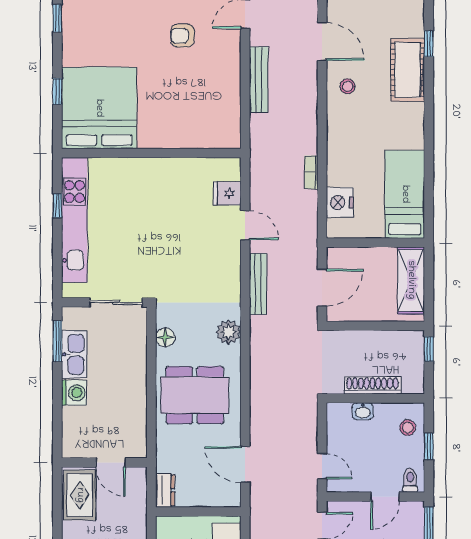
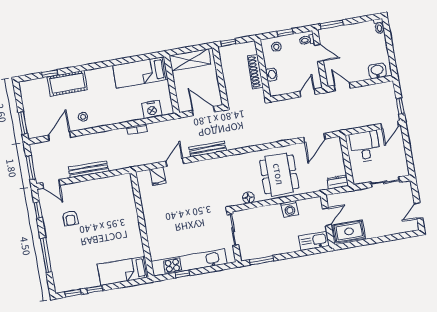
window: (57, 92) -> (95, 289), moved
bed: (99, 108) -> (123, 271), width x0.49
plant: (228, 332) -> (239, 161), removed
kitchen sink: (74, 354) -> (314, 241), moved
washing machine: (74, 393) -> (290, 209), moved, turned 180

